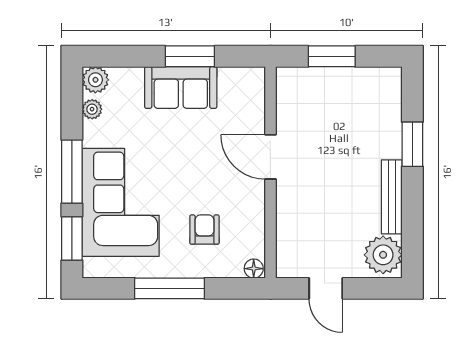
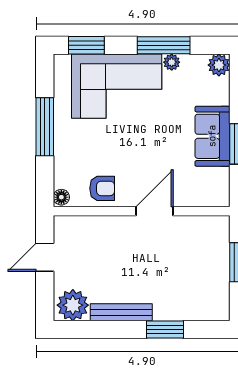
plant: (92, 109) -> (172, 62), moved
window: (72, 172) -> (164, 45), moved
armchair: (204, 230) -> (102, 188), moved

